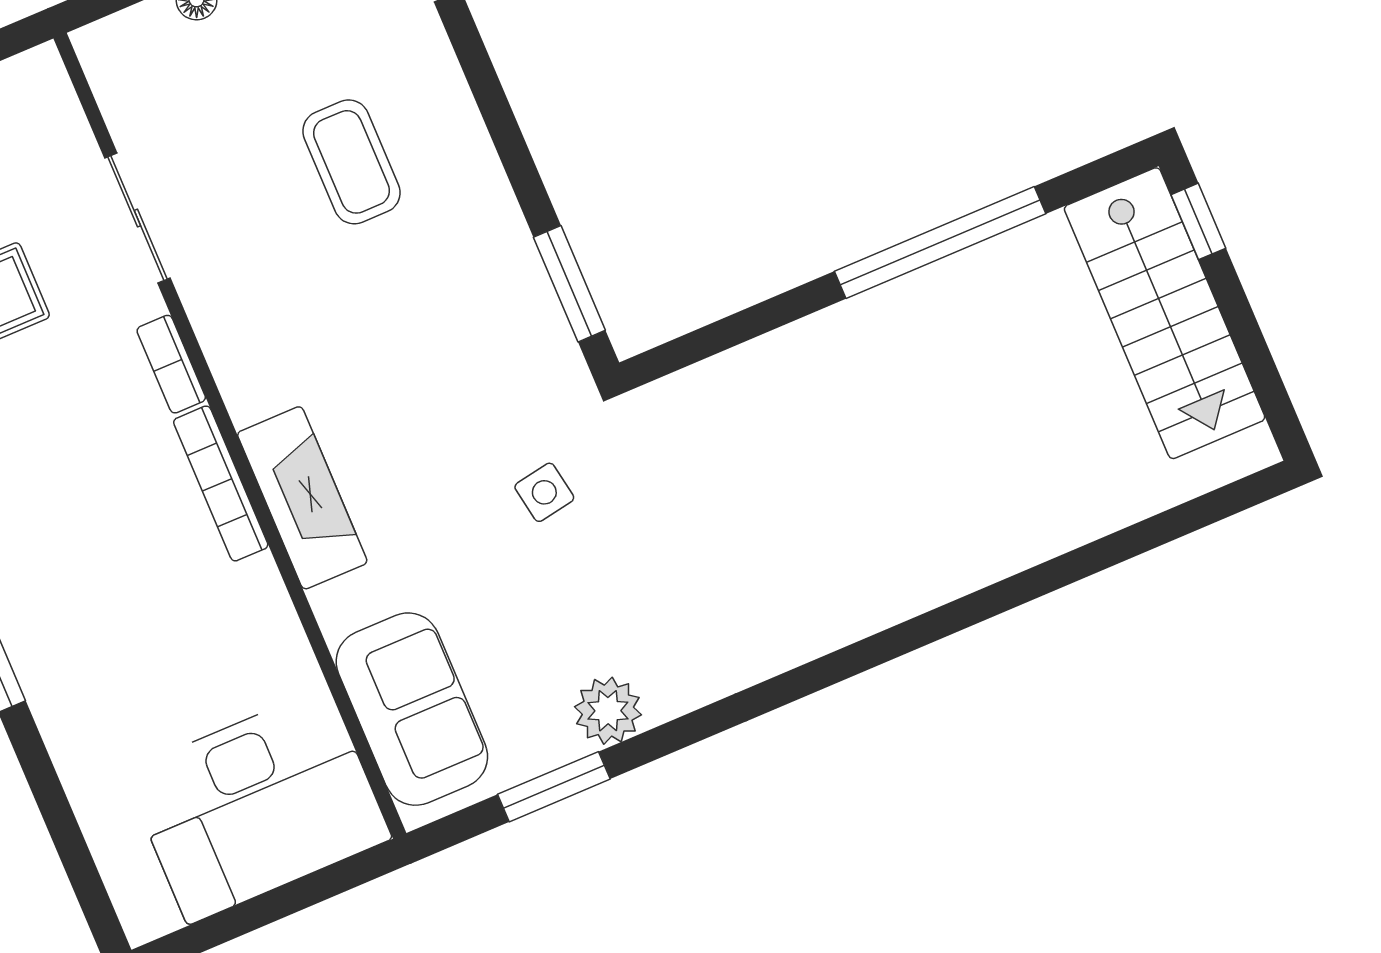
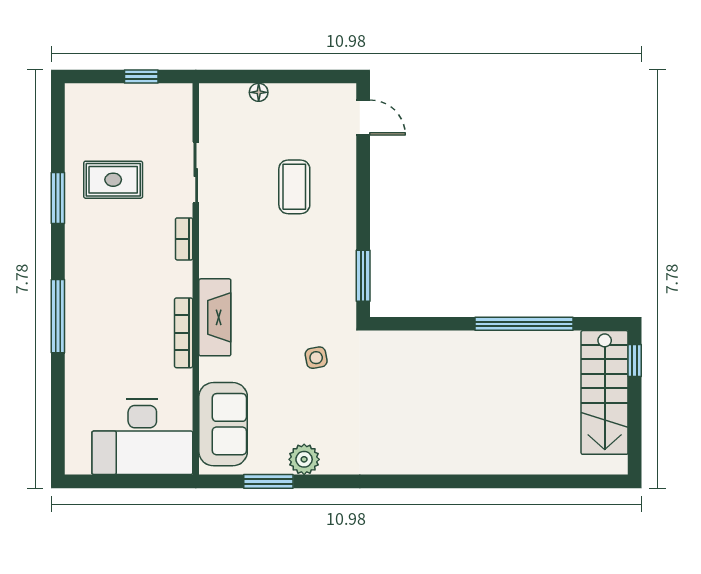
bookcase: (221, 483) -> (184, 333), moved

